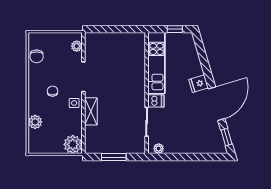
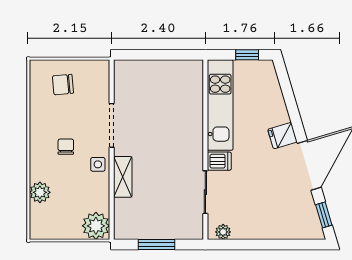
plant: (77, 46) -> (102, 80), removed
chair: (37, 56) -> (63, 85), moved, turned 85

